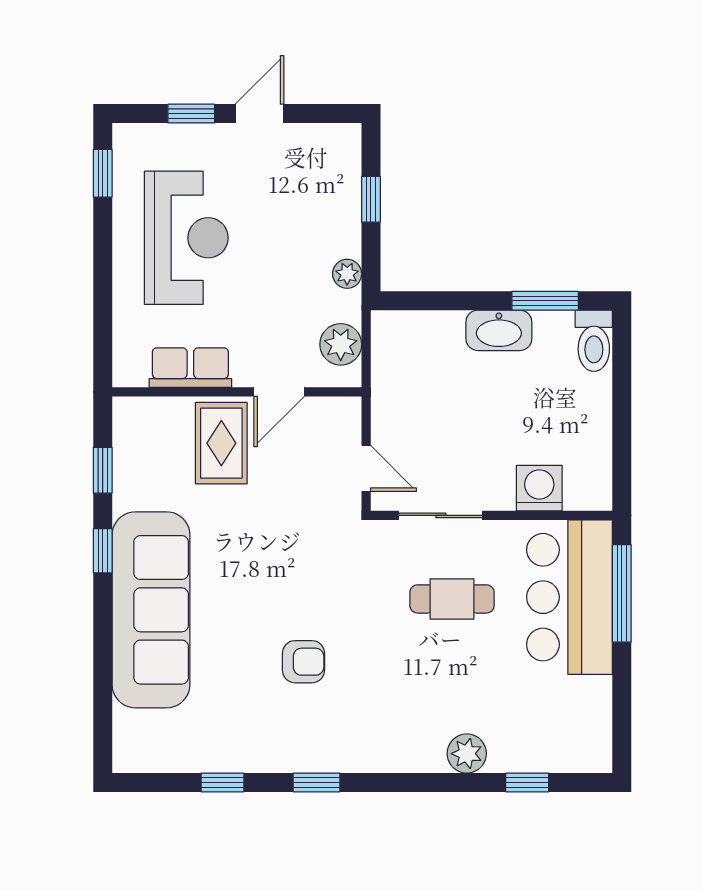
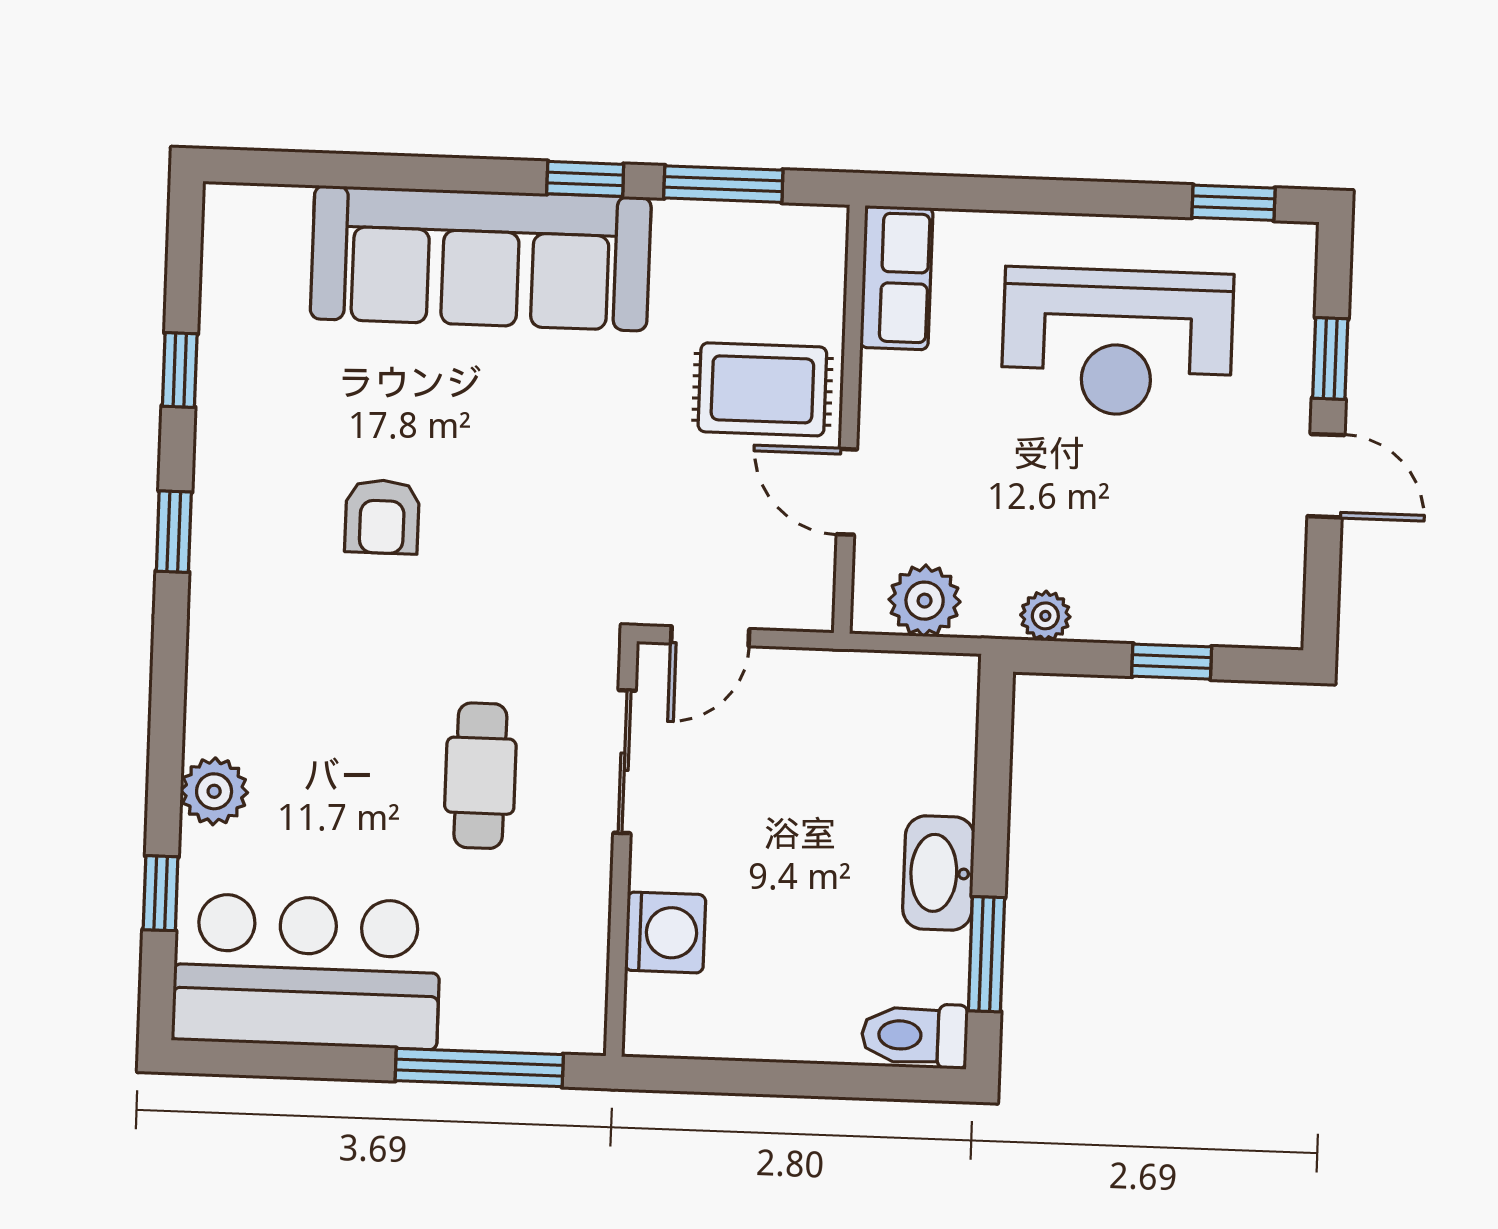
row of seats: (190, 368) -> (897, 278), moved
window: (103, 470) -> (723, 184), width x1.50
bar counter: (570, 597) -> (307, 971), moved

